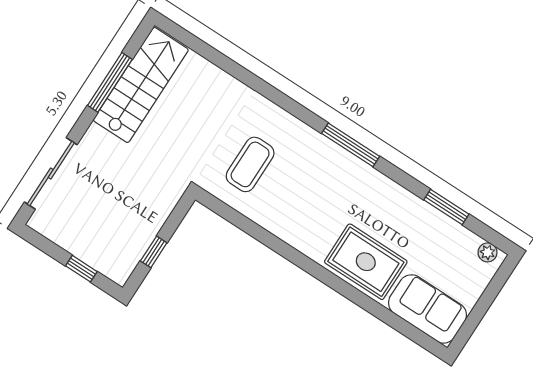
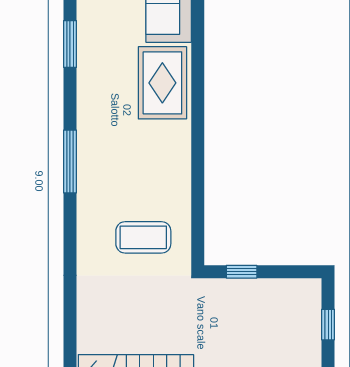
window: (154, 252) -> (242, 272), moved

